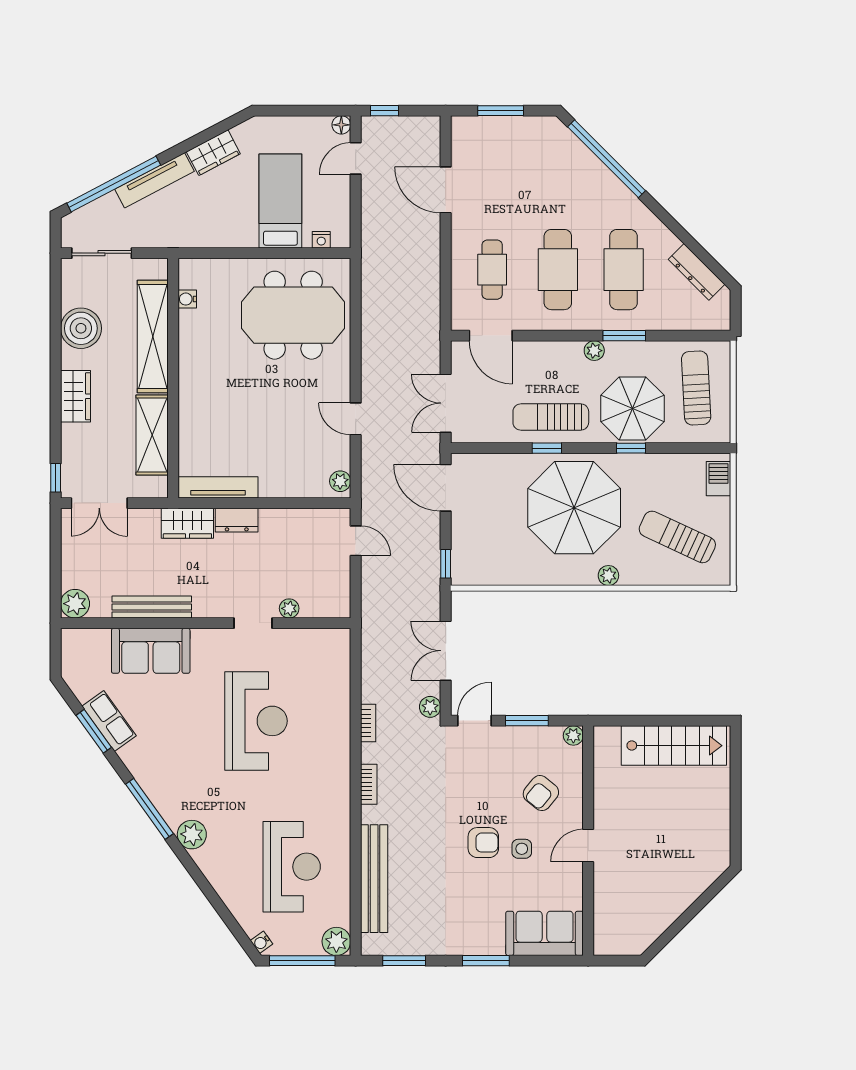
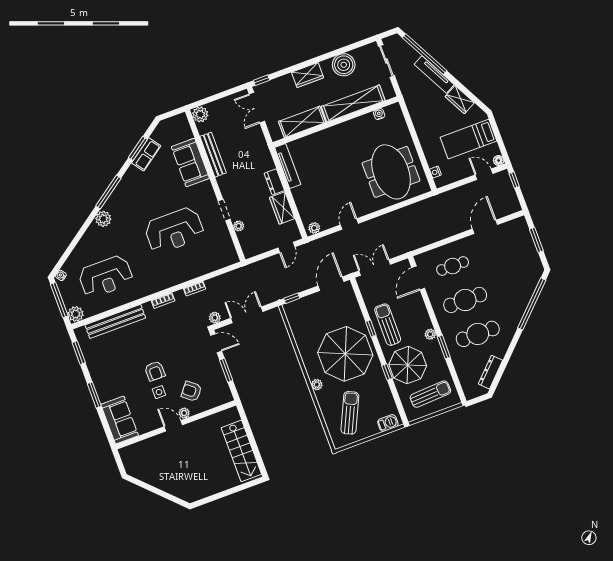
bed: (280, 201) -> (468, 139), moved, turned 180
wardrobe: (187, 523) -> (282, 208), moved
plant: (573, 736) -> (184, 413), moved

